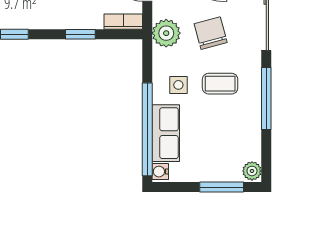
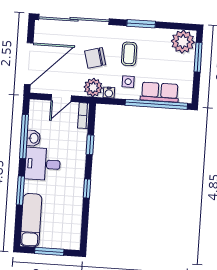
window: (266, 99) -> (141, 24), width x0.69
plant: (252, 171) -> (183, 42), width x1.87, depth x1.87
water cooler: (160, 172) -> (109, 93), moved

